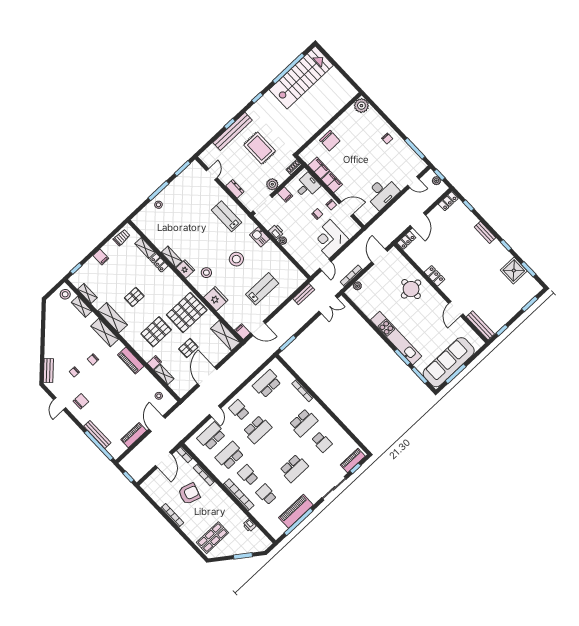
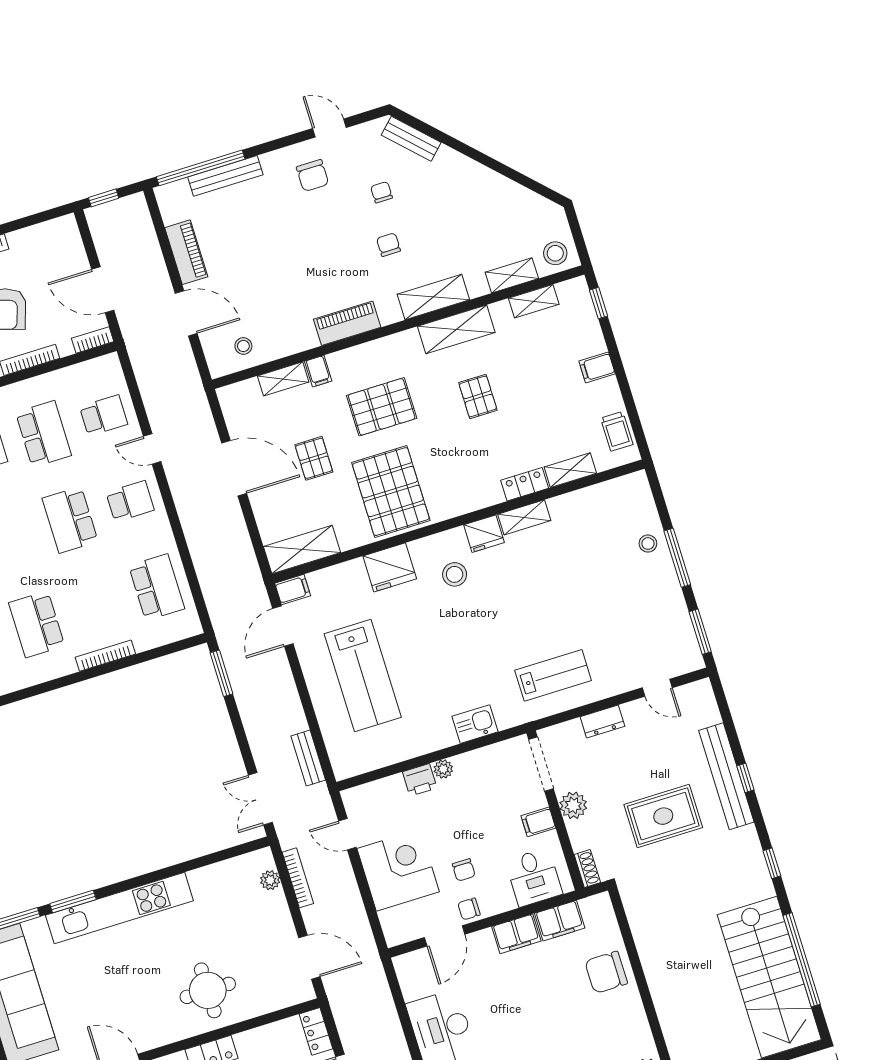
printer: (276, 232) -> (420, 780), moved
stool: (236, 259) -> (452, 652), removed
lab bench: (262, 289) -> (363, 675), width x1.36, depth x1.39
pallet: (156, 332) -> (382, 407), turned 90
school desk: (211, 436) -> (104, 415), width x0.54

